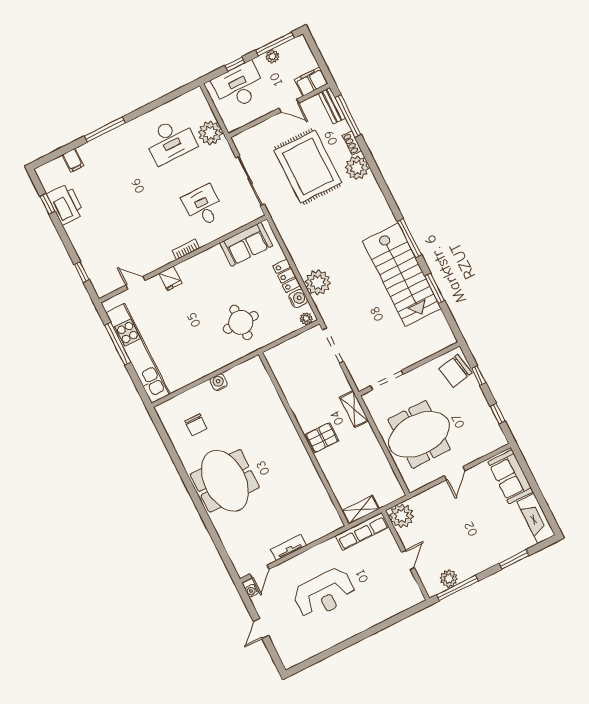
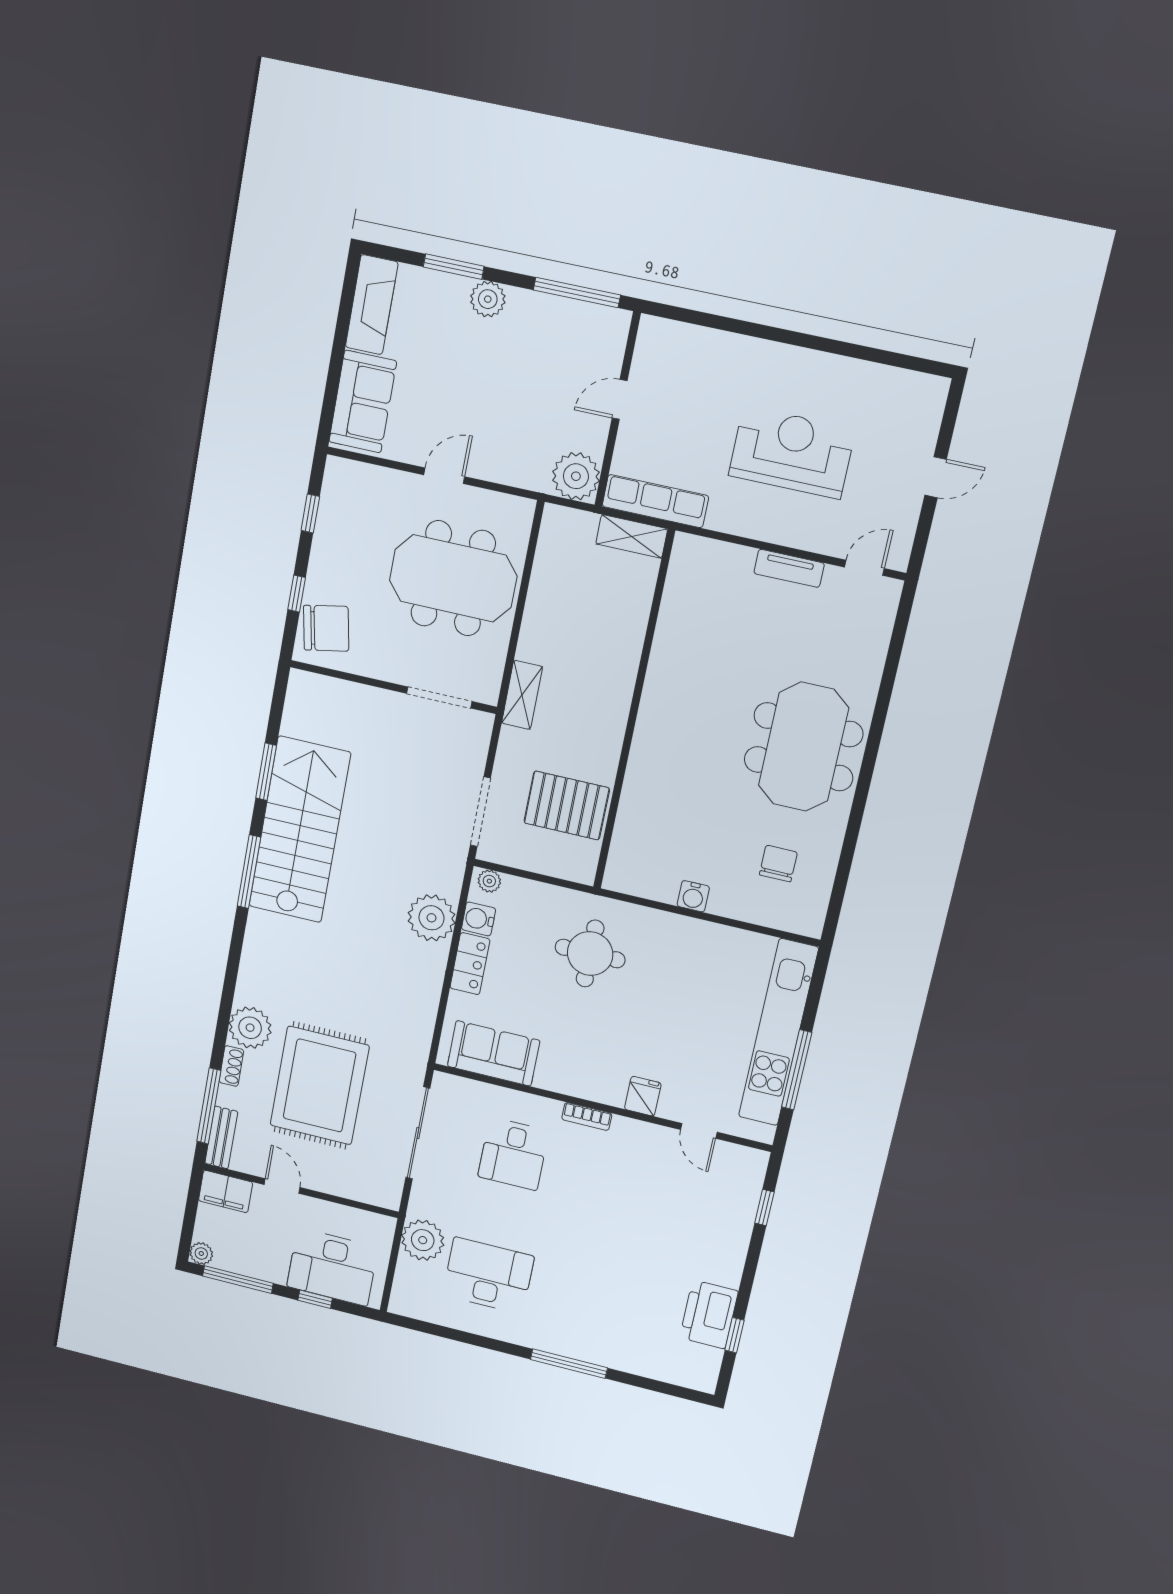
plant: (272, 56) -> (201, 1253), moved
filing cabinet: (73, 160) -> (648, 1361), removed
pallet: (322, 438) -> (567, 805), moved, width x1.50, depth x1.42
plant: (449, 579) -> (488, 299), moved
water cooler: (252, 591) -> (901, 548), removed

